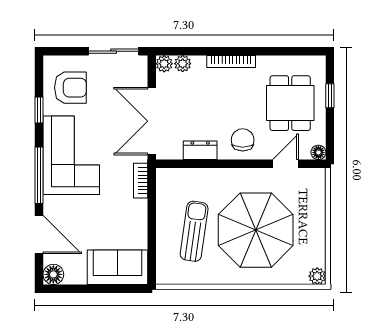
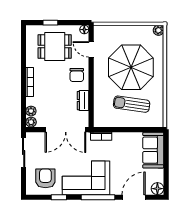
chair: (243, 140) -> (77, 75), turned -90

